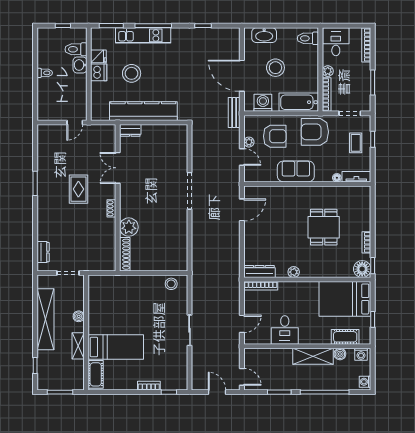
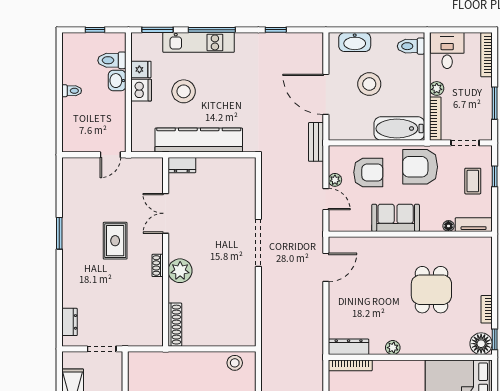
washing machine: (263, 103) -> (353, 129), removed
plant: (129, 227) -> (180, 271), moved

